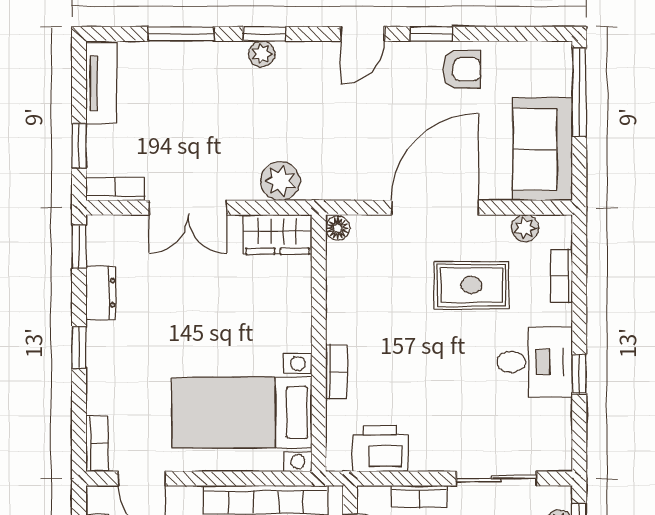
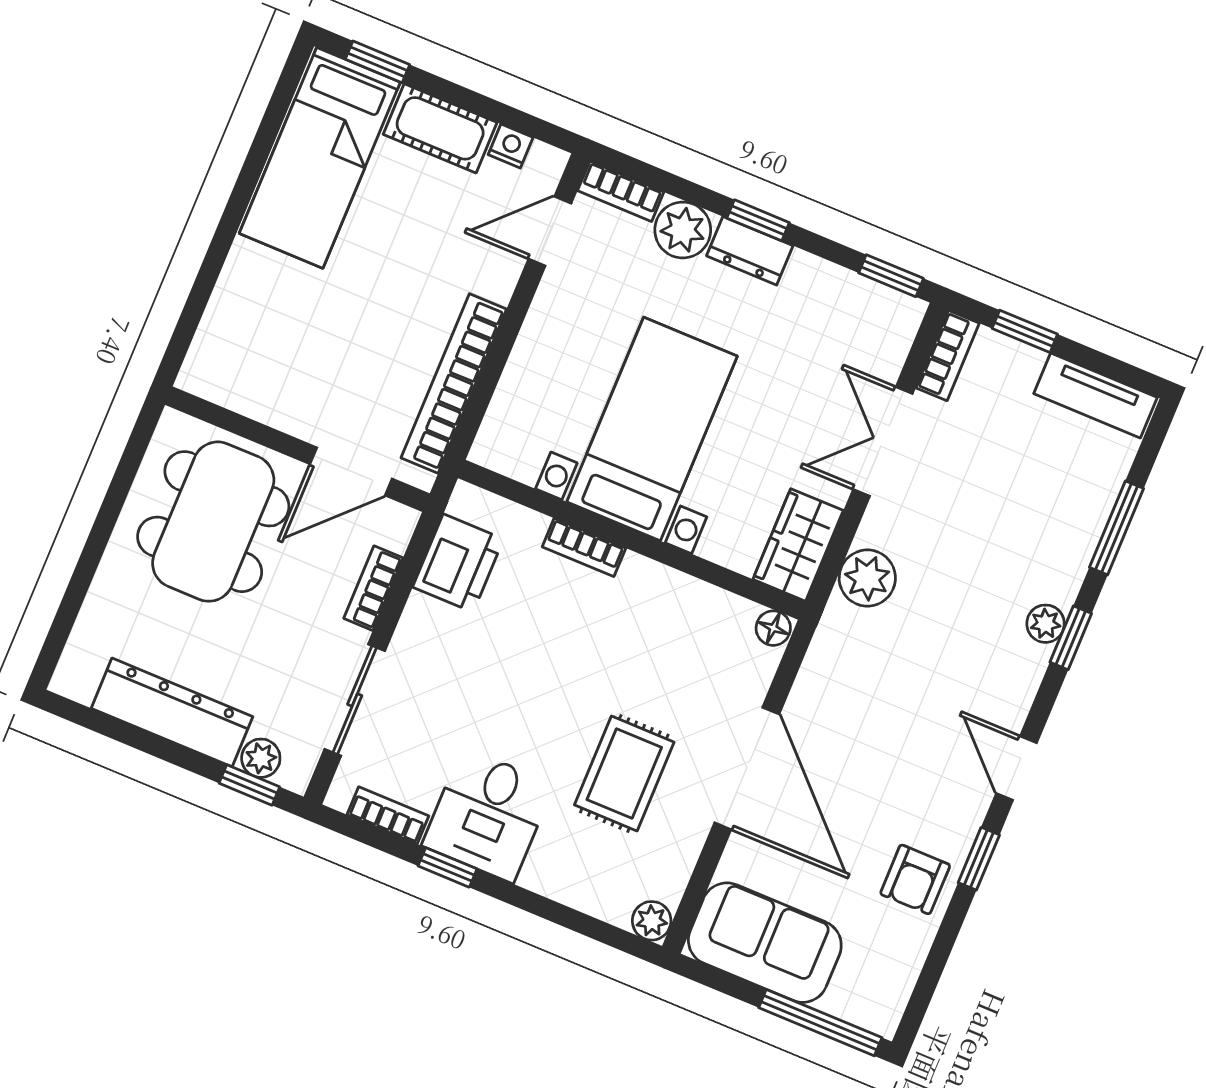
plant: (525, 228) -> (652, 921), moved
bookcase: (562, 276) -> (388, 815), moved
dresser: (101, 293) -> (750, 251), moved
plant: (105, 393) -> (683, 230), added
bed with nightstands: (242, 413) -> (652, 429), moved

